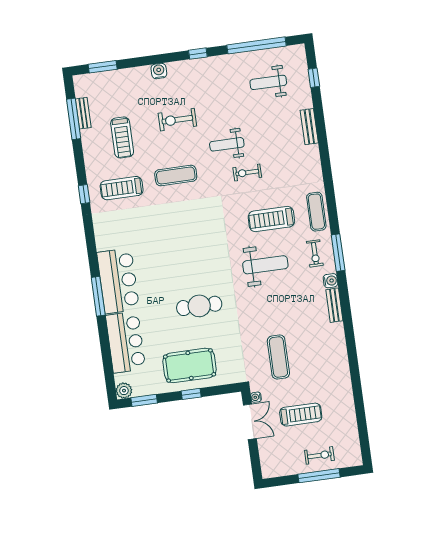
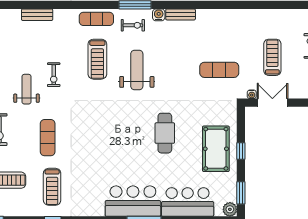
bench: (309, 127) -> (37, 15), moved
weight bench: (227, 144) -> (27, 89), turned 180

